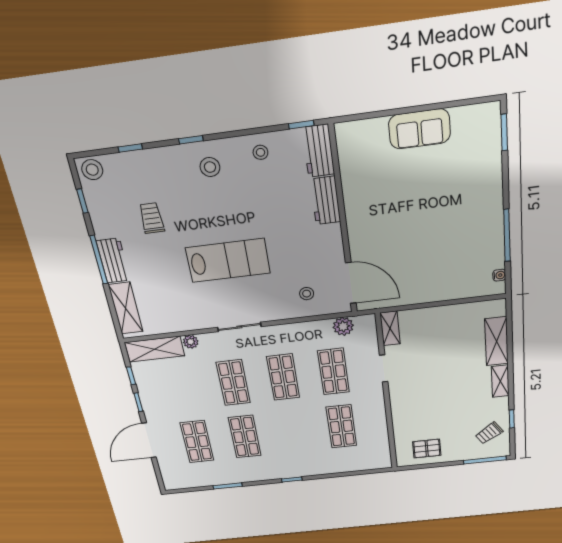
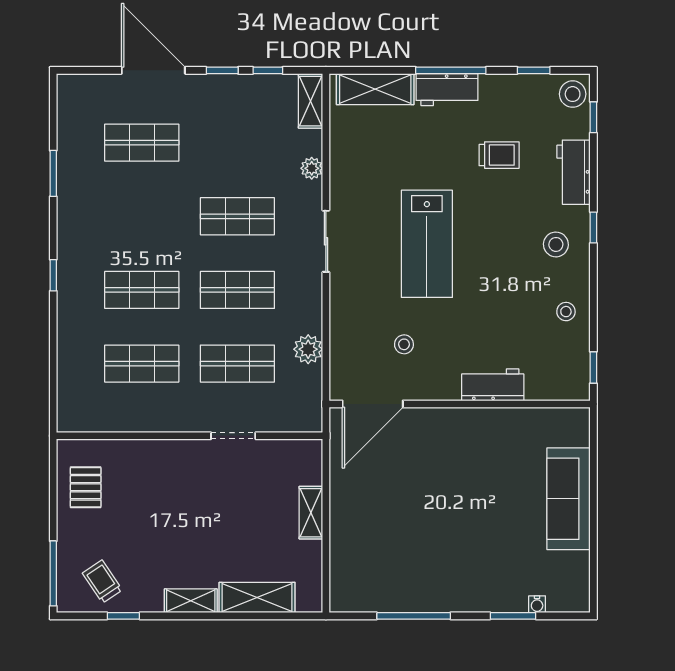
sofa: (420, 129) -> (569, 499), width x1.36
window: (504, 132) -> (513, 616), moved
window: (130, 148) -> (593, 117), moved
workbench: (318, 151) -> (574, 172), moved, turned -90
water cooler: (499, 275) -> (537, 604), moved
stool: (307, 294) -> (404, 344), moved
plant: (343, 326) -> (308, 349), moved
shelving: (390, 328) -> (311, 513), moved, turned 90
shelving: (155, 349) -> (311, 101), width x0.67, depth x0.75
shop shelf: (245, 437) -> (142, 290), moved

